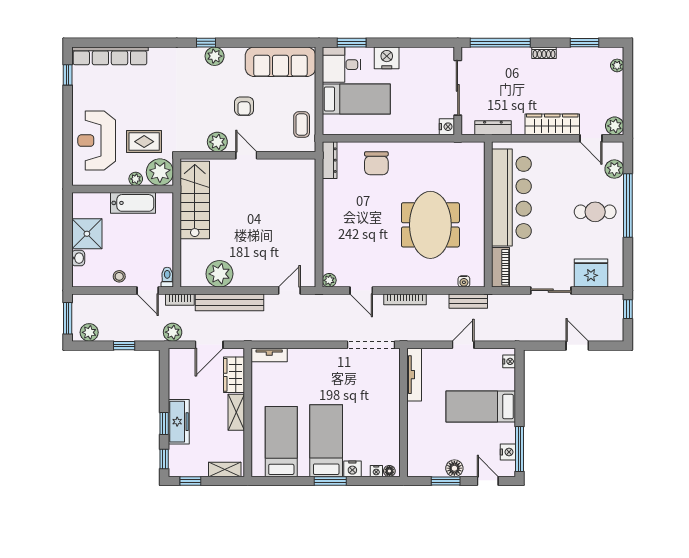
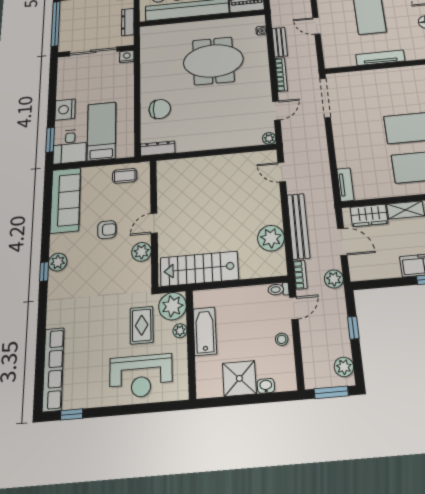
bench: (468, 301) -> (280, 42), moved
tv unit: (414, 375) -> (380, 58), moved

